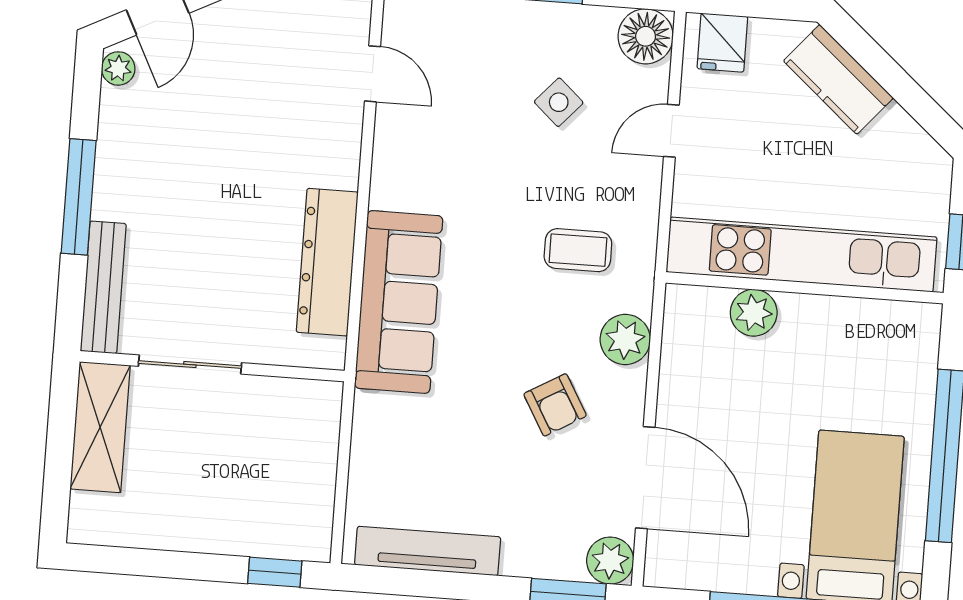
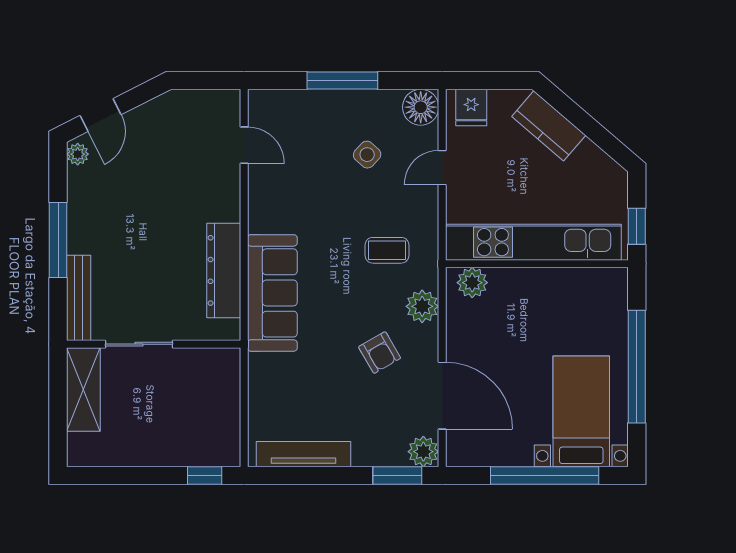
plant: (754, 313) -> (472, 283), moved

